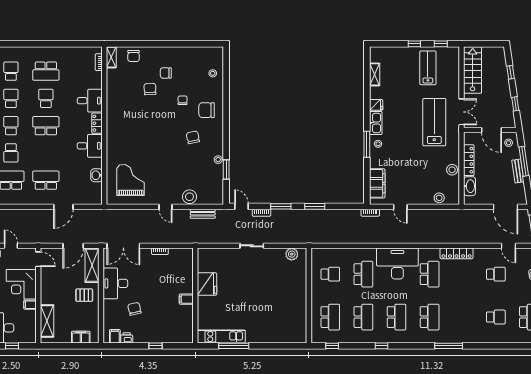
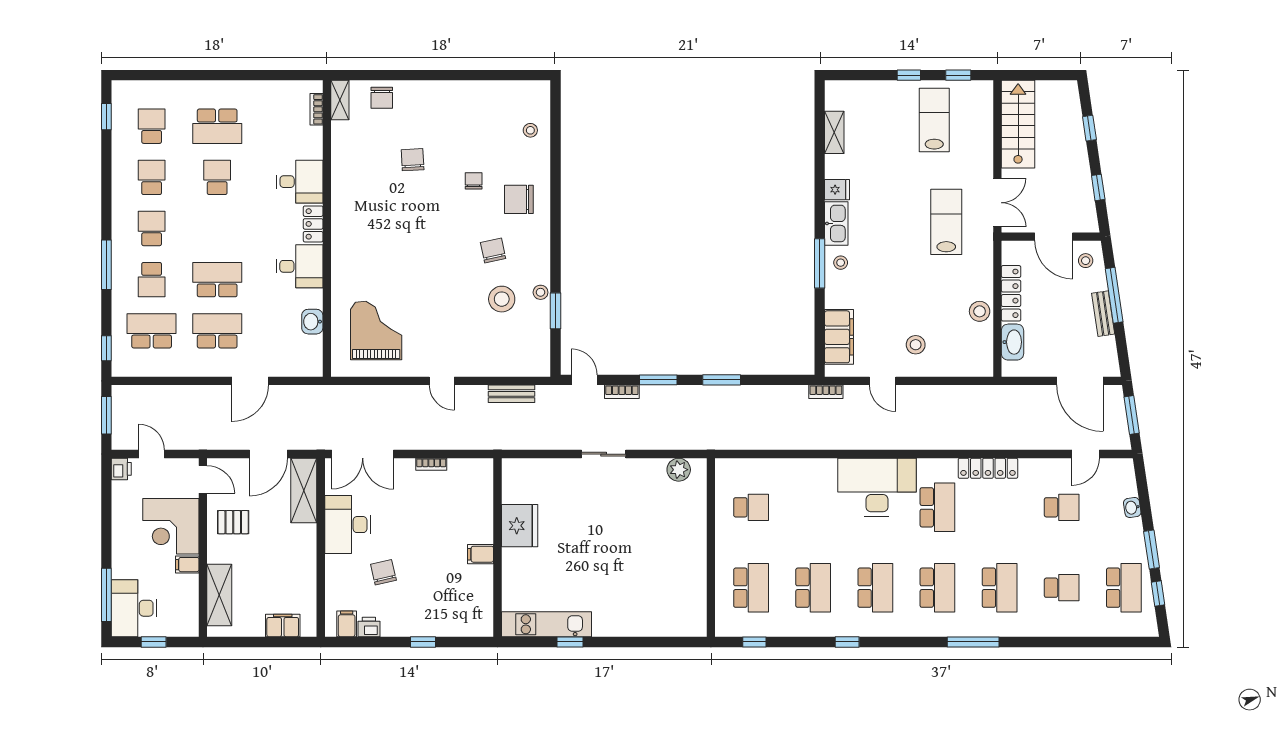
chair: (166, 73) -> (442, 130), removed
lab bench: (434, 122) -> (946, 222), width x0.73, depth x0.72
school desk: (46, 126) -> (217, 280), moved
stool: (190, 197) -> (502, 299), moved
stool: (439, 198) -> (916, 345), moved
door: (509, 246) -> (1086, 454), hinge flipped
school desk: (363, 274) -> (1000, 588), moved
pallet: (84, 295) -> (233, 522), moved
window: (234, 346) -> (570, 642), width x0.46

